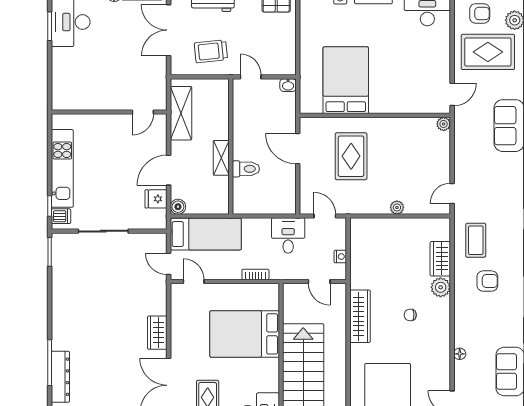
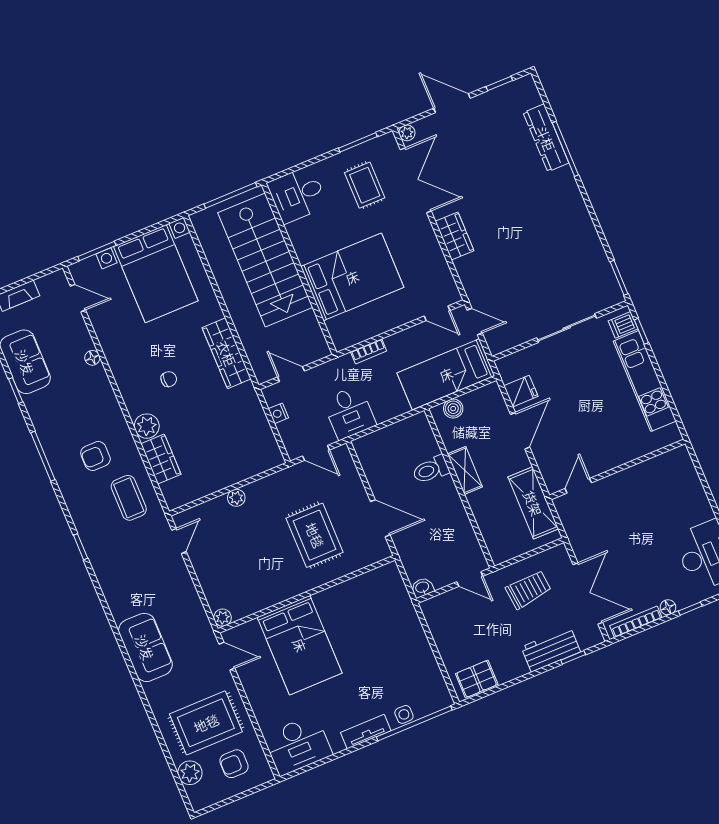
bed: (346, 80) -> (300, 645), moved
door: (452, 94) -> (227, 656), swing flipped
boiler: (178, 207) -> (453, 409), moved

